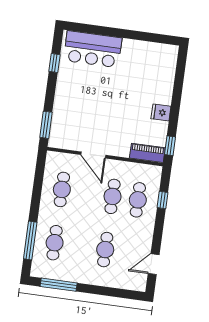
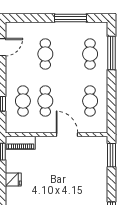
window: (59, 285) -> (71, 18), moved

